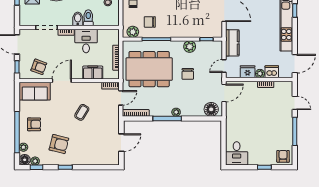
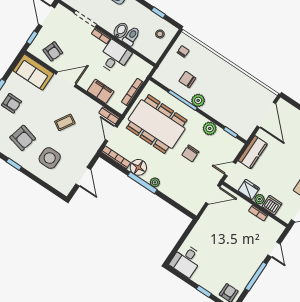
plant: (133, 32) -> (198, 100), moved
door: (121, 98) -> (111, 133), swing flipped
floor lamp: (211, 109) -> (138, 167), moved
door: (121, 143) -> (83, 177), hinge flipped
side table: (88, 146) -> (50, 158), added

